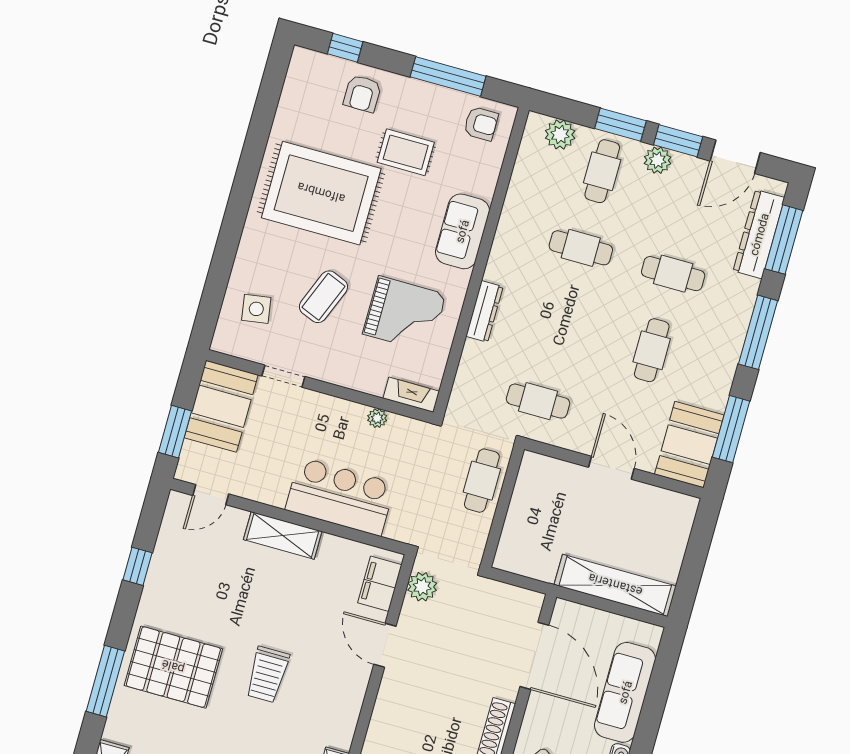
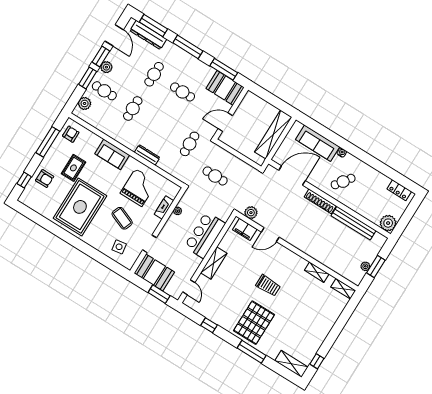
fireplace: (411, 395) -> (164, 207), moved
wall: (502, 507) -> (238, 155), moved

